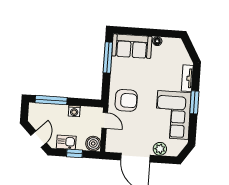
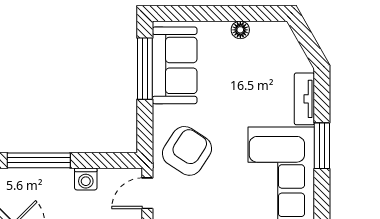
sofa: (132, 46) -> (175, 65), moved, turned -90
armchair: (126, 100) -> (187, 151), turned -57
door: (105, 120) -> (147, 193), swing flipped

